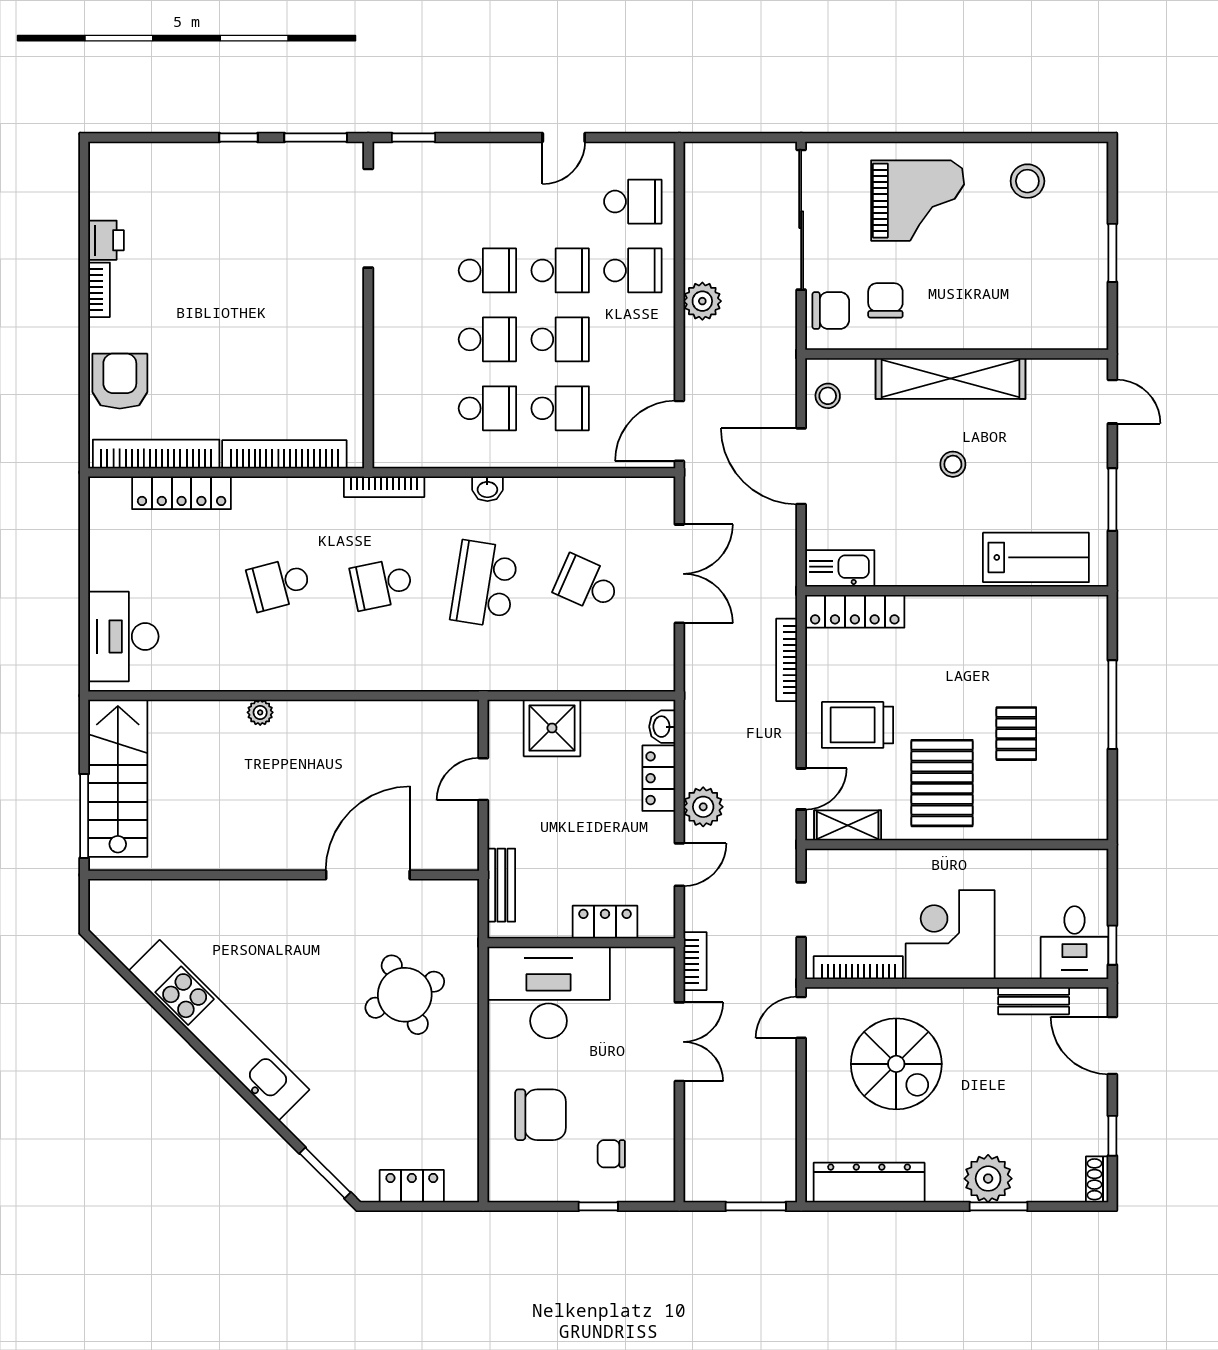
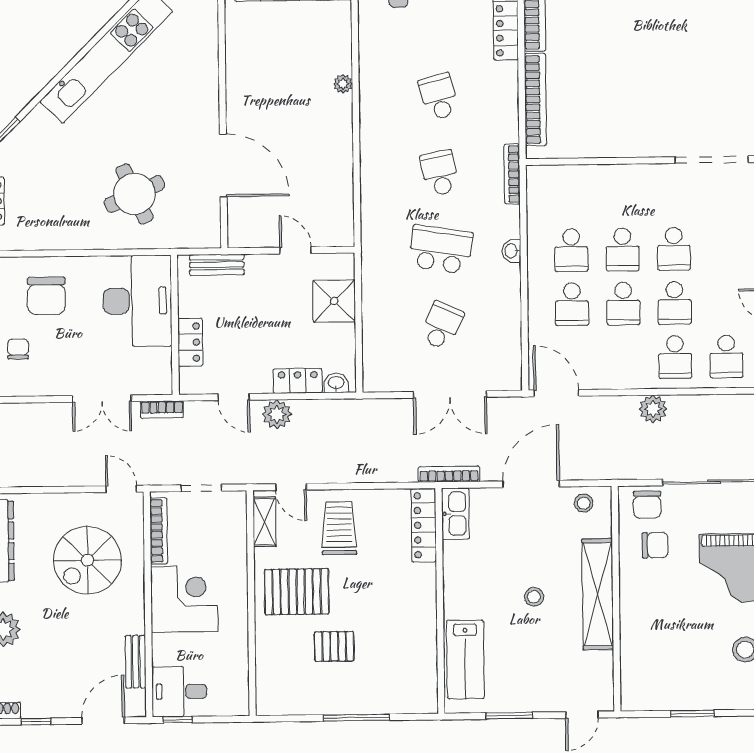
bookcase: (787, 660) -> (449, 474), moved

